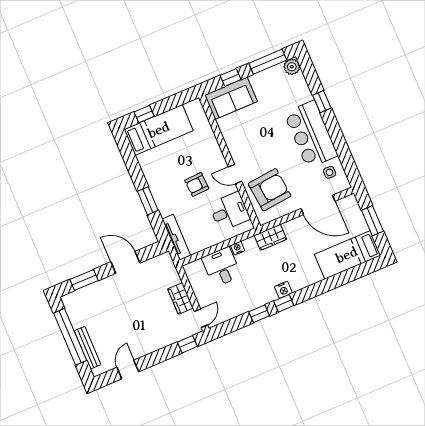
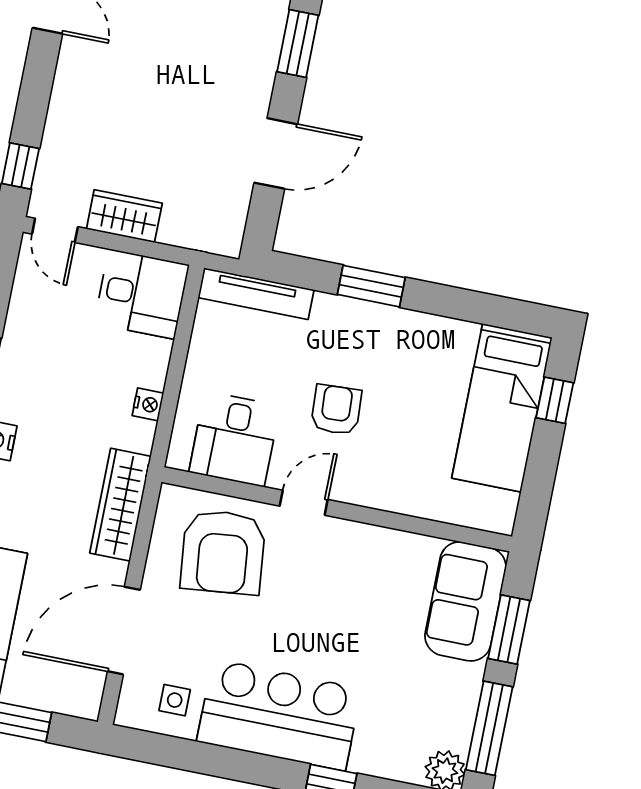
window: (231, 77) -> (509, 629), width x1.50
wardrobe: (270, 237) -> (120, 505), width x1.50
desk: (221, 267) -> (142, 294), moved

